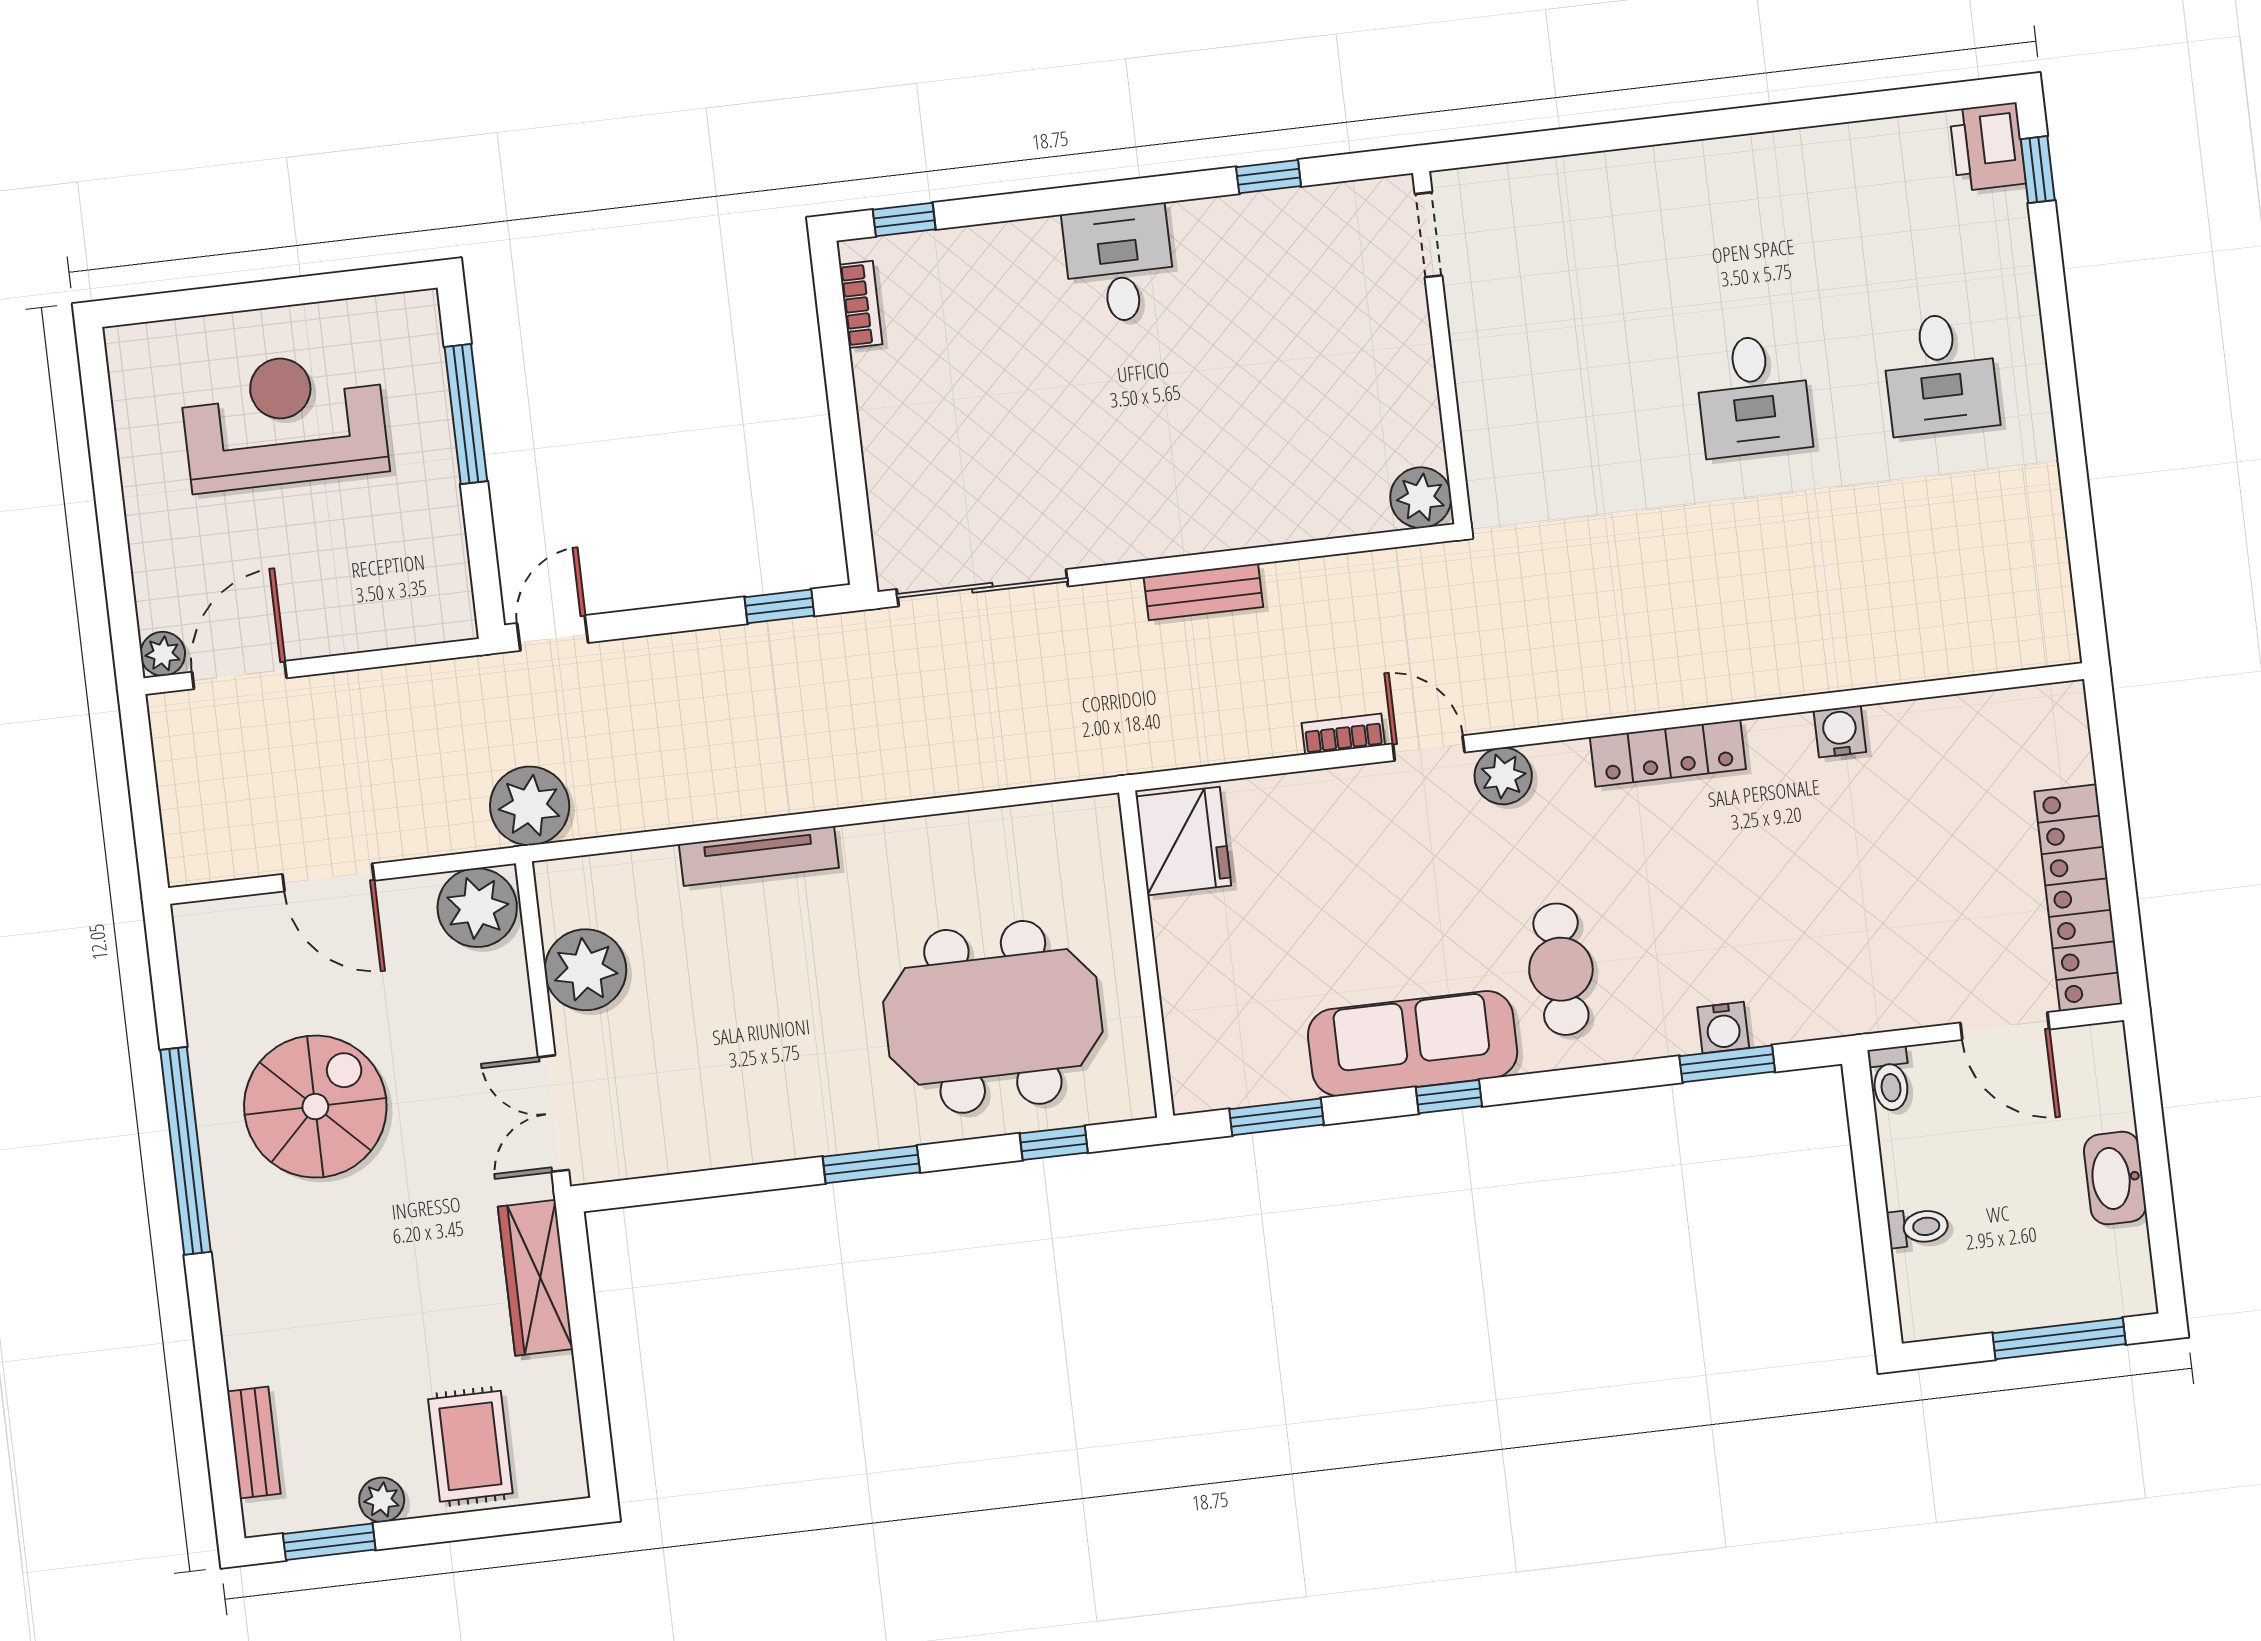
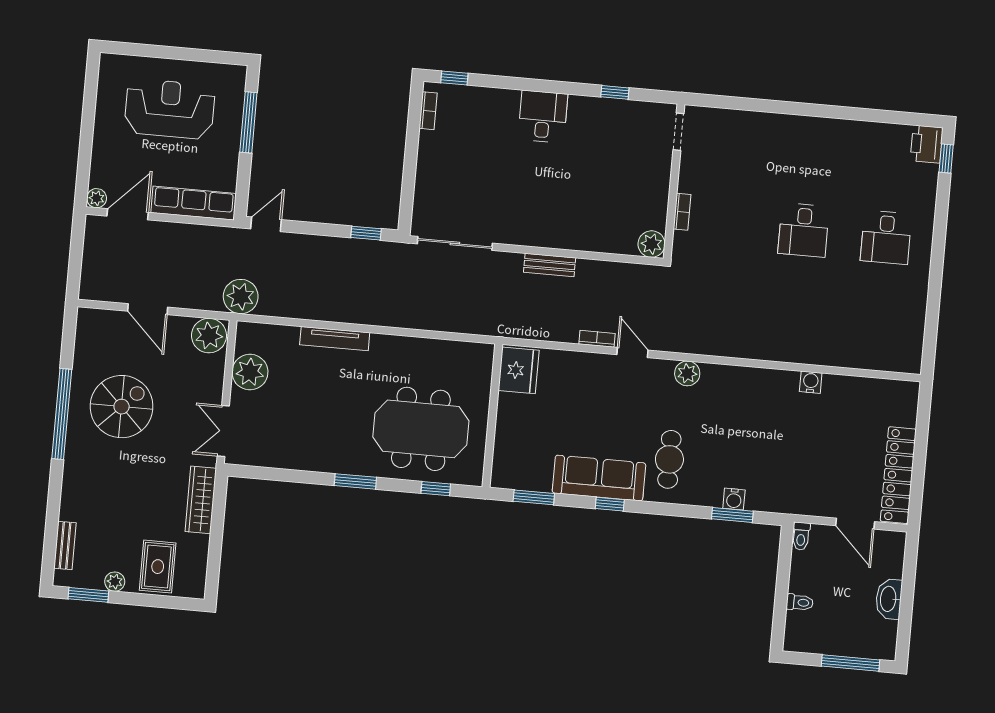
bookcase: (1474, 411) -> (682, 212), added
row of seats: (381, 620) -> (194, 203), added
locker: (1668, 753) -> (735, 376), removed
plant: (1503, 776) -> (687, 373), moved

